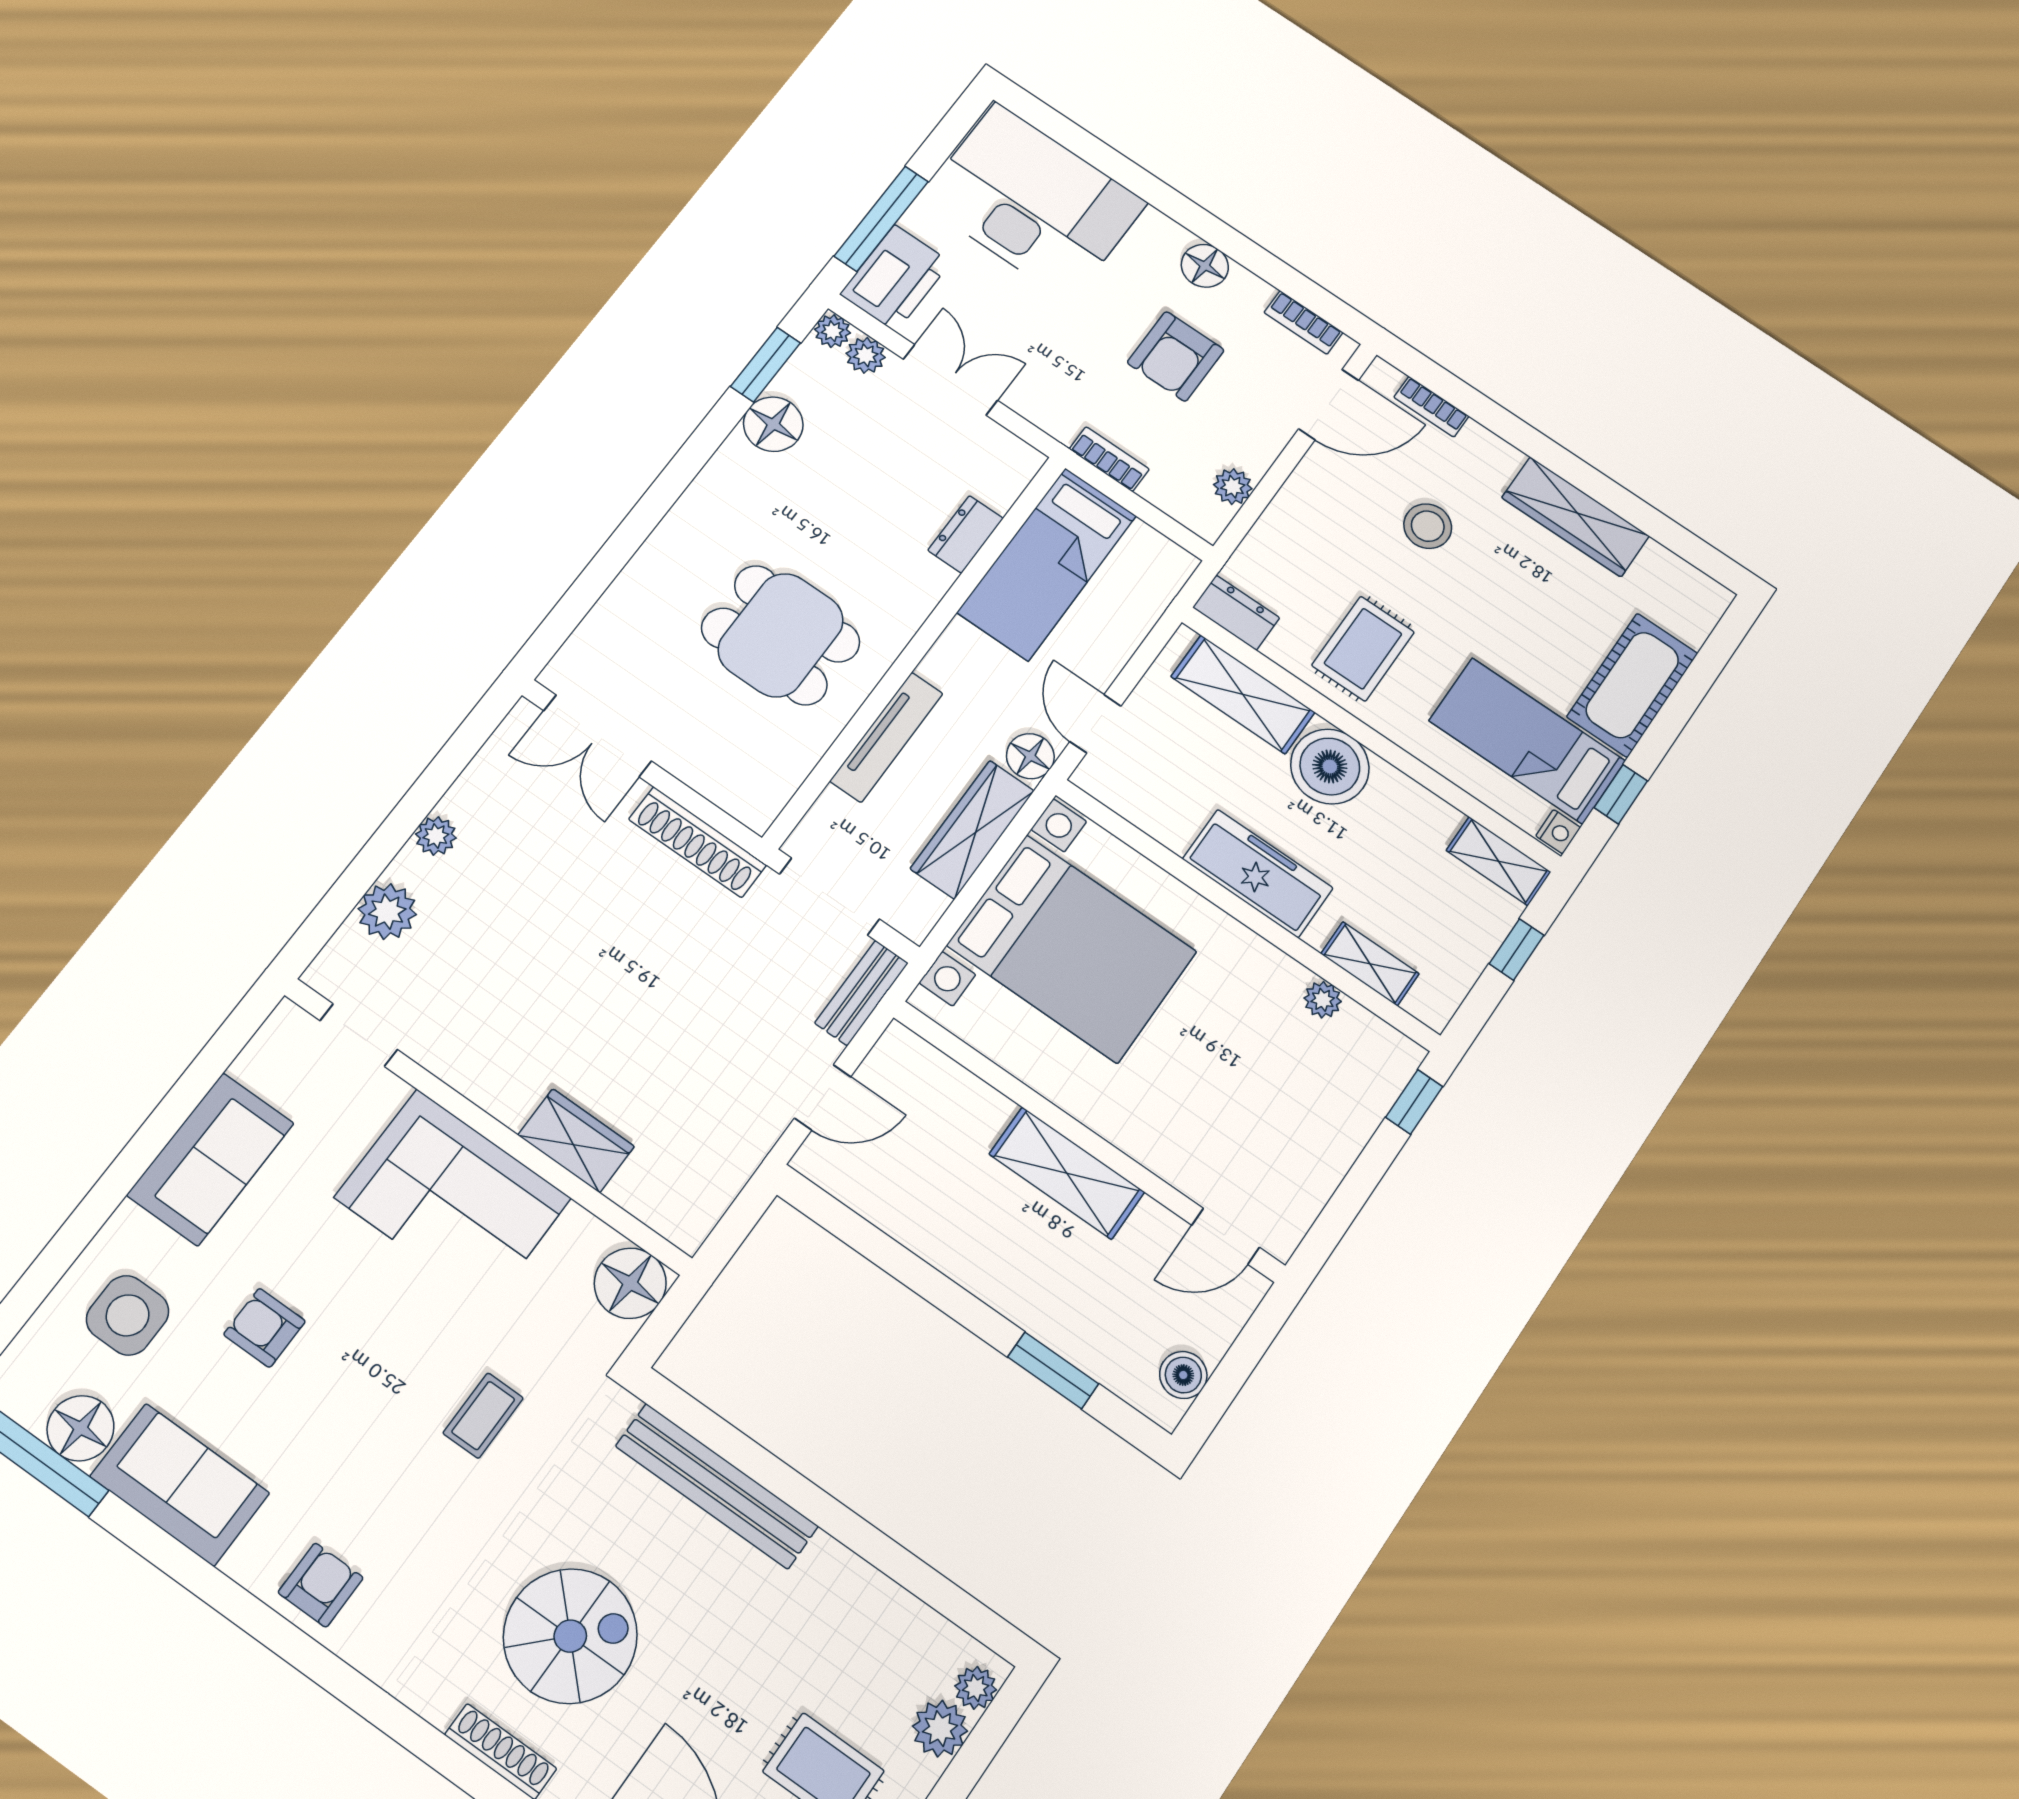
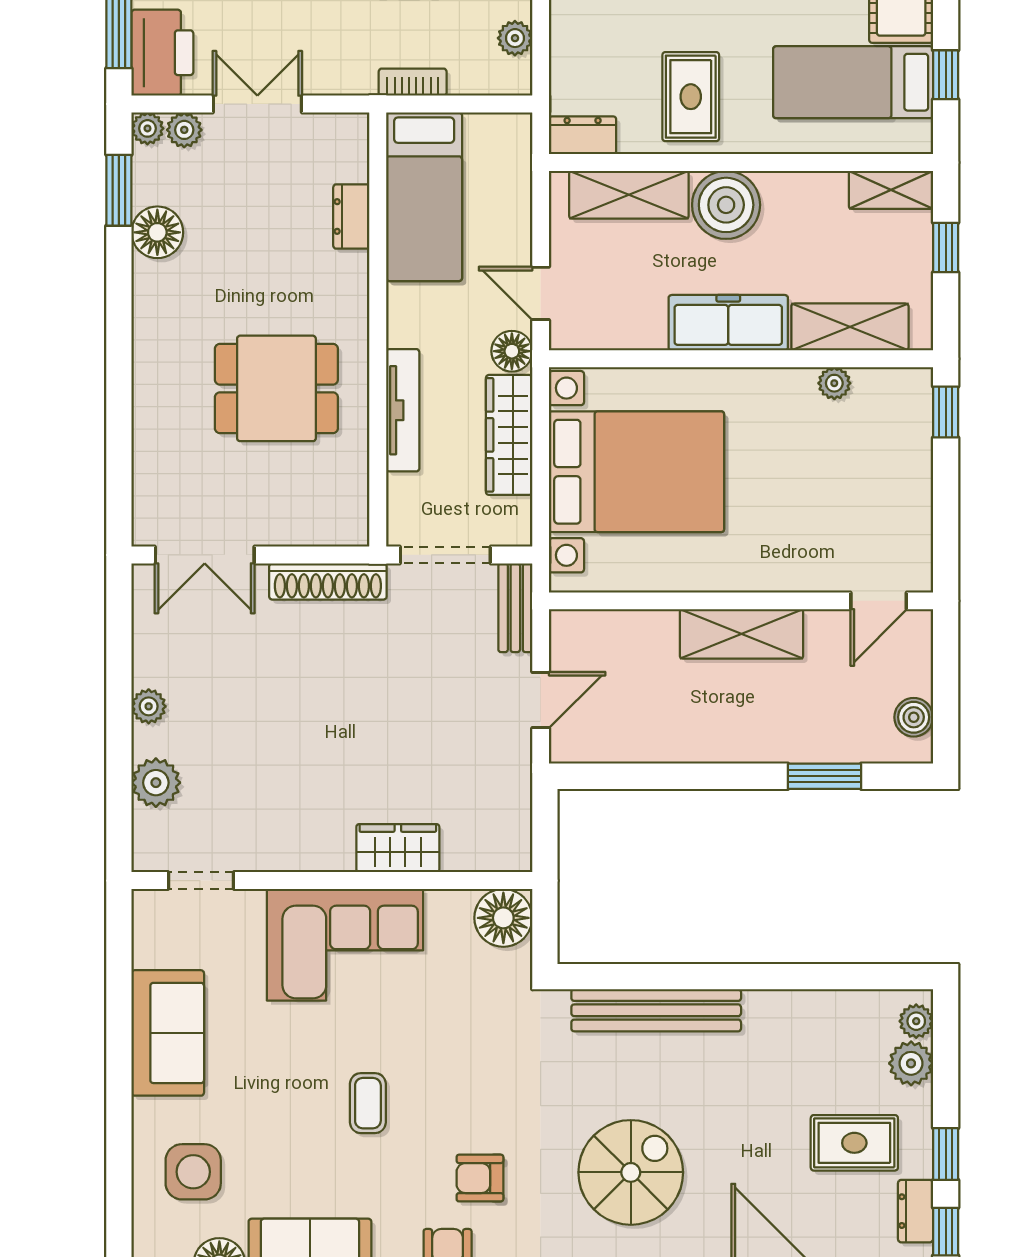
nightstand: (1558, 832) -> (919, 136), removed
shelving: (1370, 964) -> (850, 327), width x1.50, depth x1.33
armchair: (265, 1328) -> (480, 1178), moved
coffee table: (483, 1416) -> (368, 1103), moved

